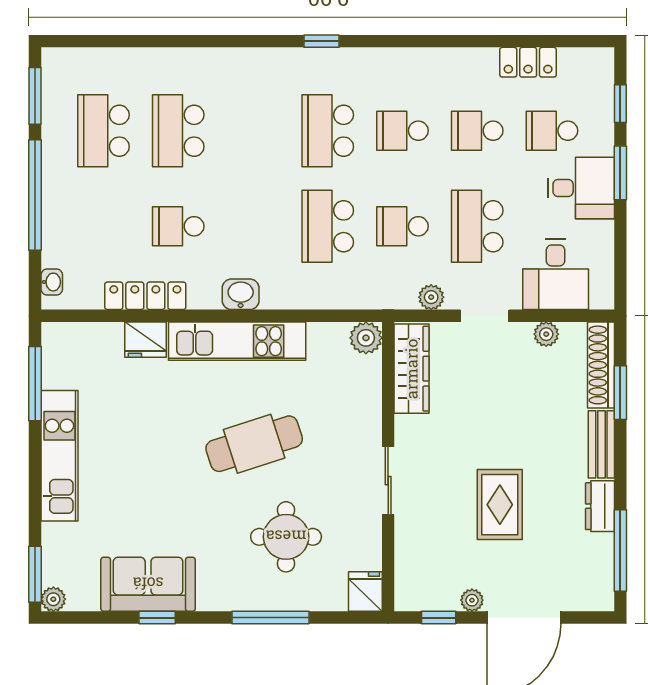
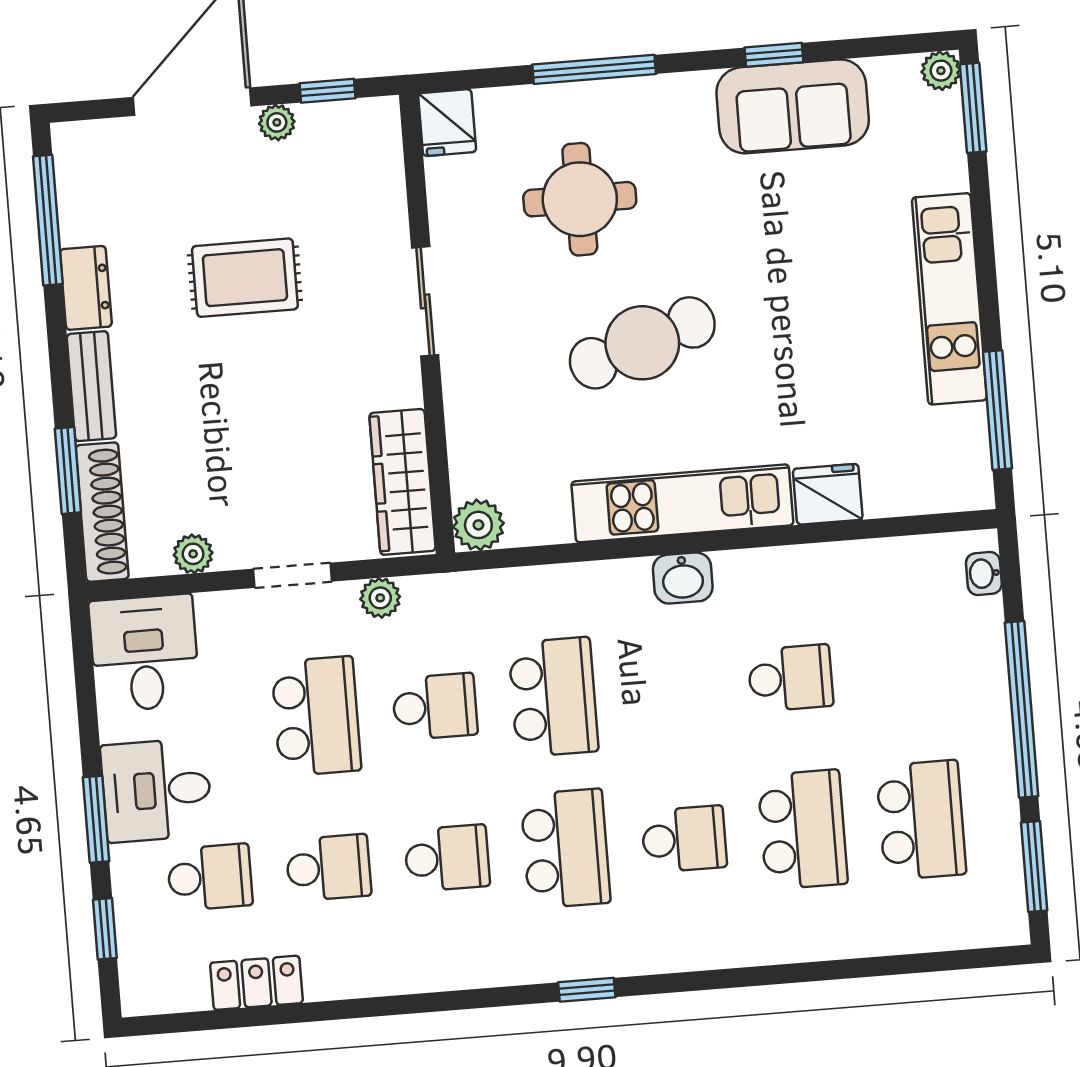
school desk: (253, 131) -> (684, 839), added
desk: (556, 274) -> (144, 653), moved
locker: (145, 296) -> (834, 564), removed
rug: (500, 505) -> (245, 278), turned 90

